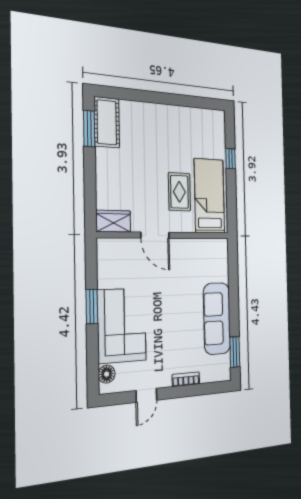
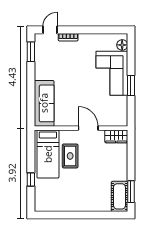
sofa: (217, 318) -> (44, 103), moved
door: (146, 395) -> (50, 30), moved

